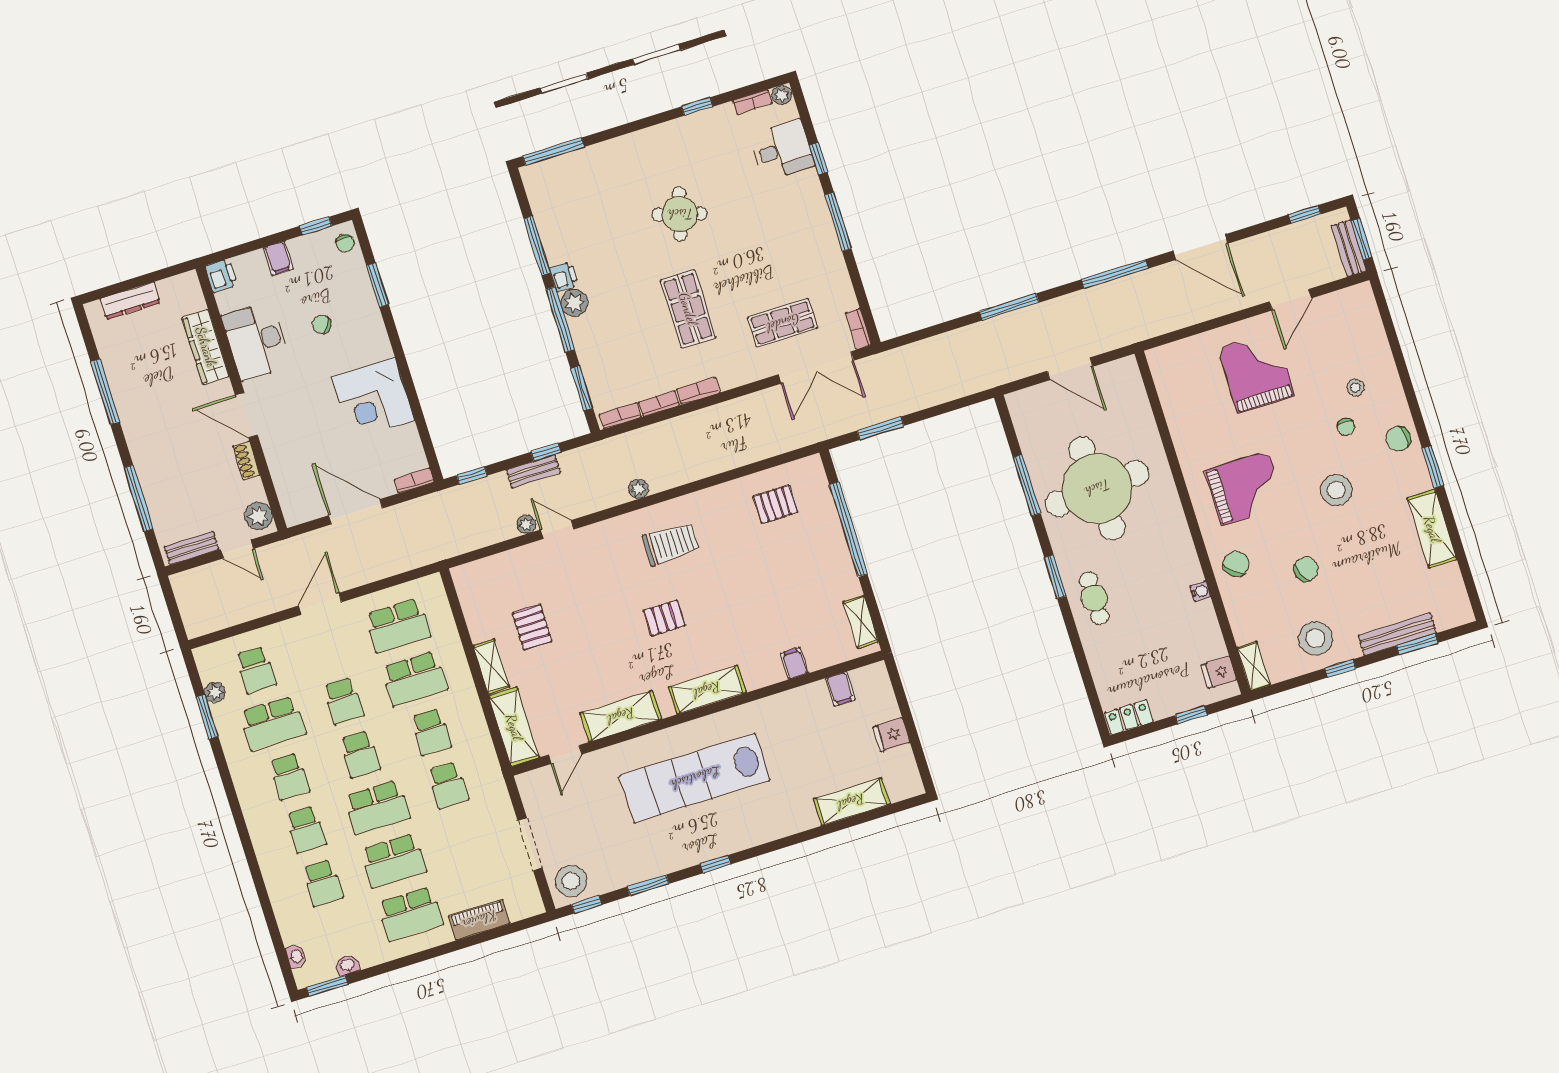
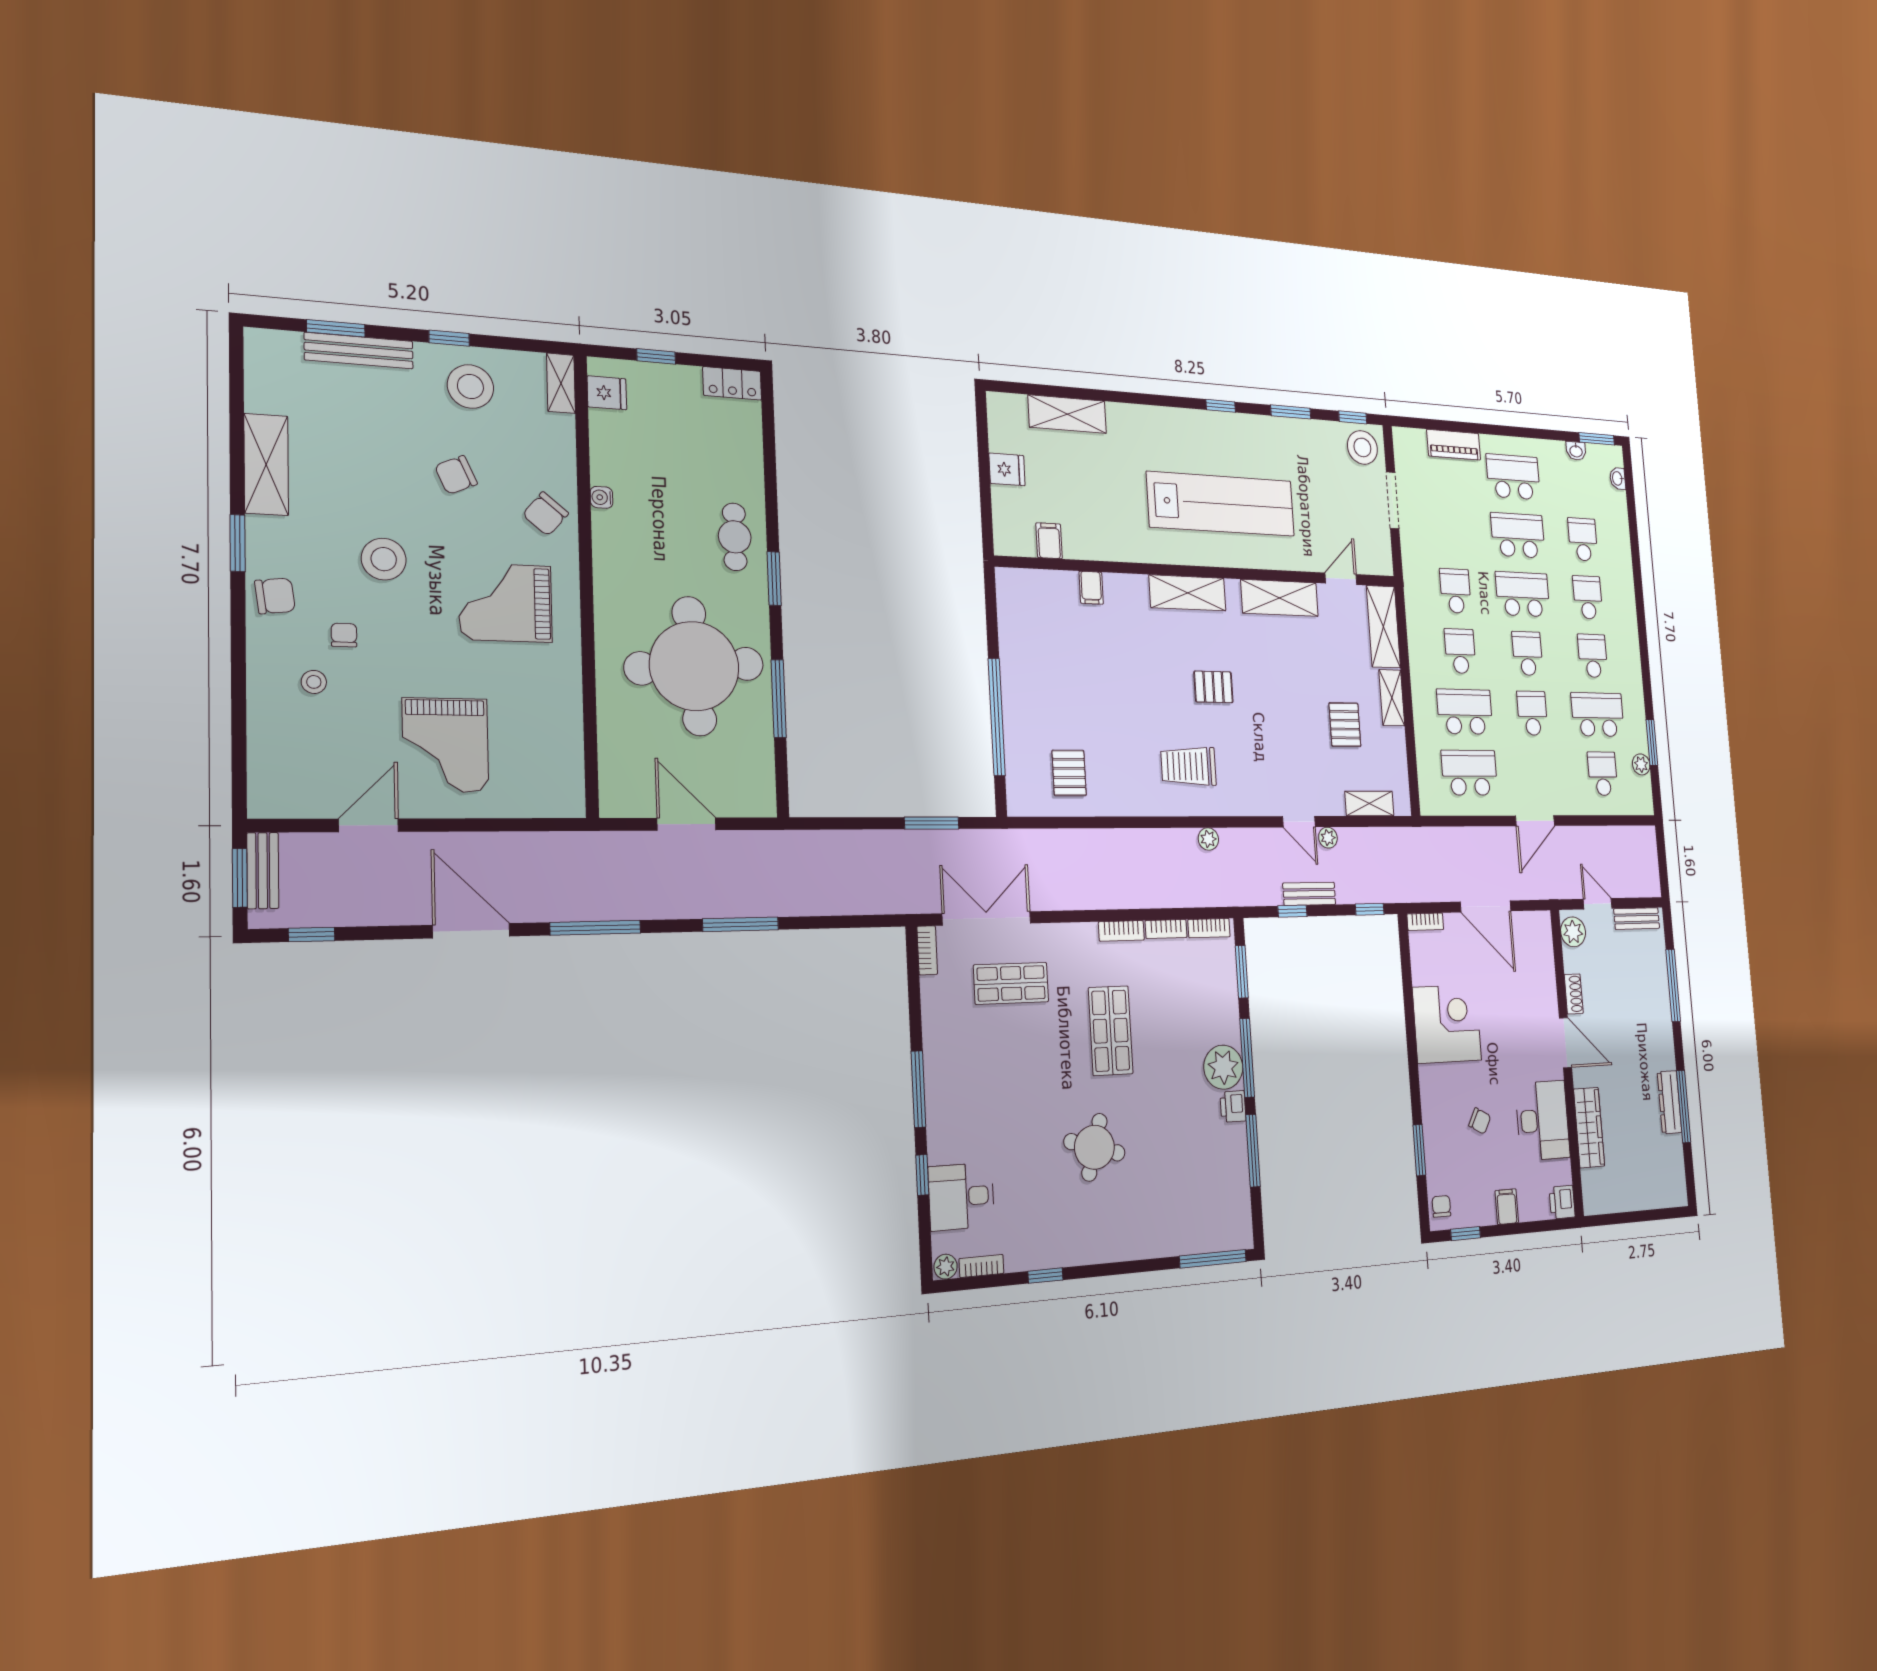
dresser: (130, 301) -> (1670, 1102), moved, turned -90
plant: (574, 303) -> (1223, 1067), width x1.36, depth x1.36
pallet: (775, 504) -> (1069, 773), turned 90
shelving: (861, 622) -> (1369, 804), moved, turned 90

